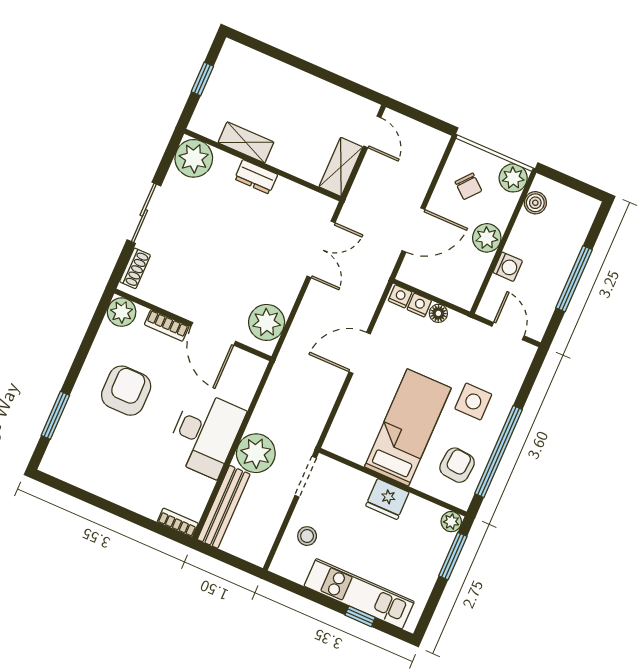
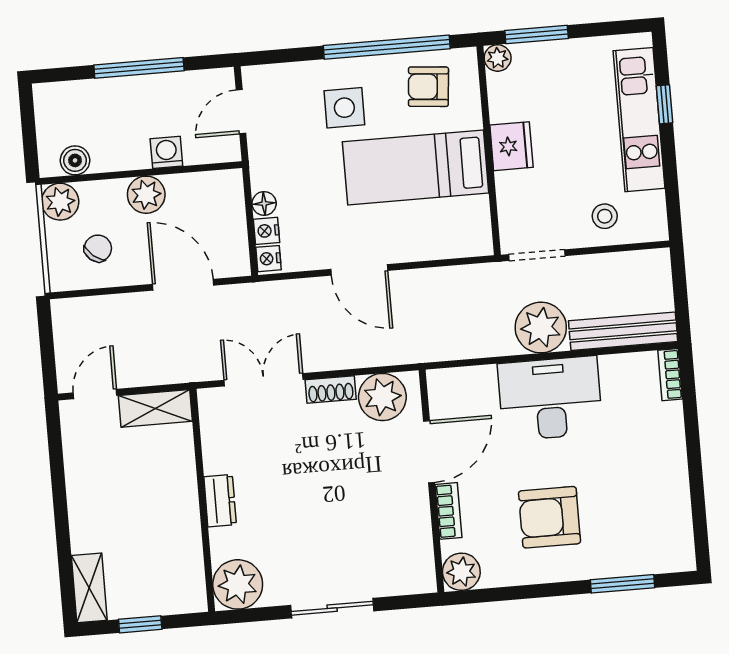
shelving: (246, 142) -> (89, 588), moved
shoe rack: (135, 268) -> (331, 390), moved, turned 180

